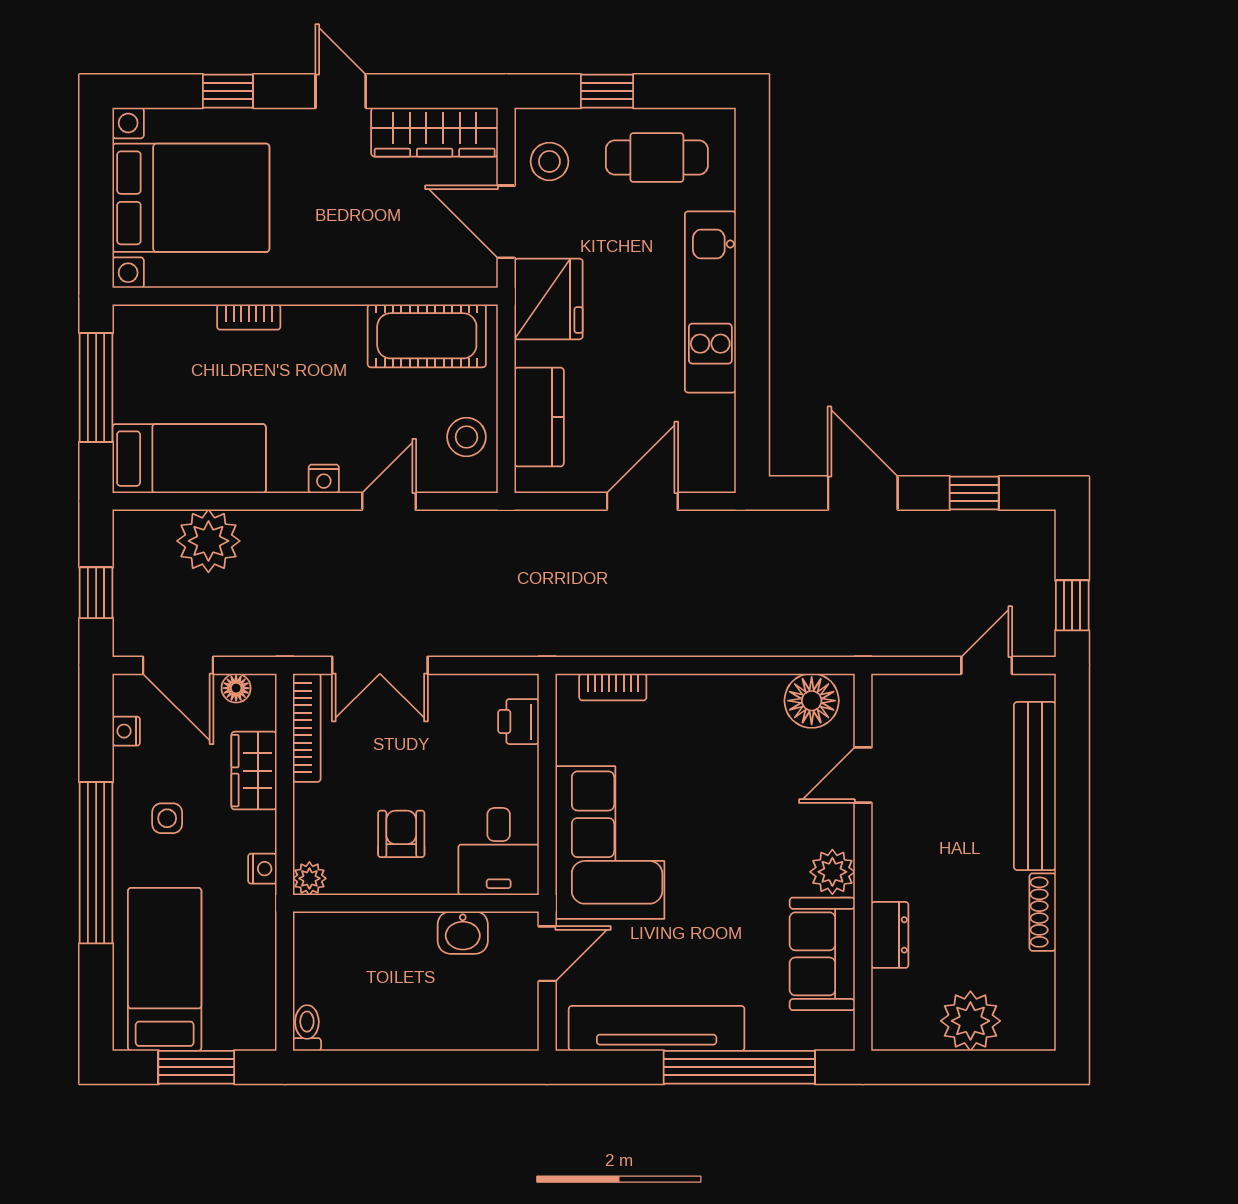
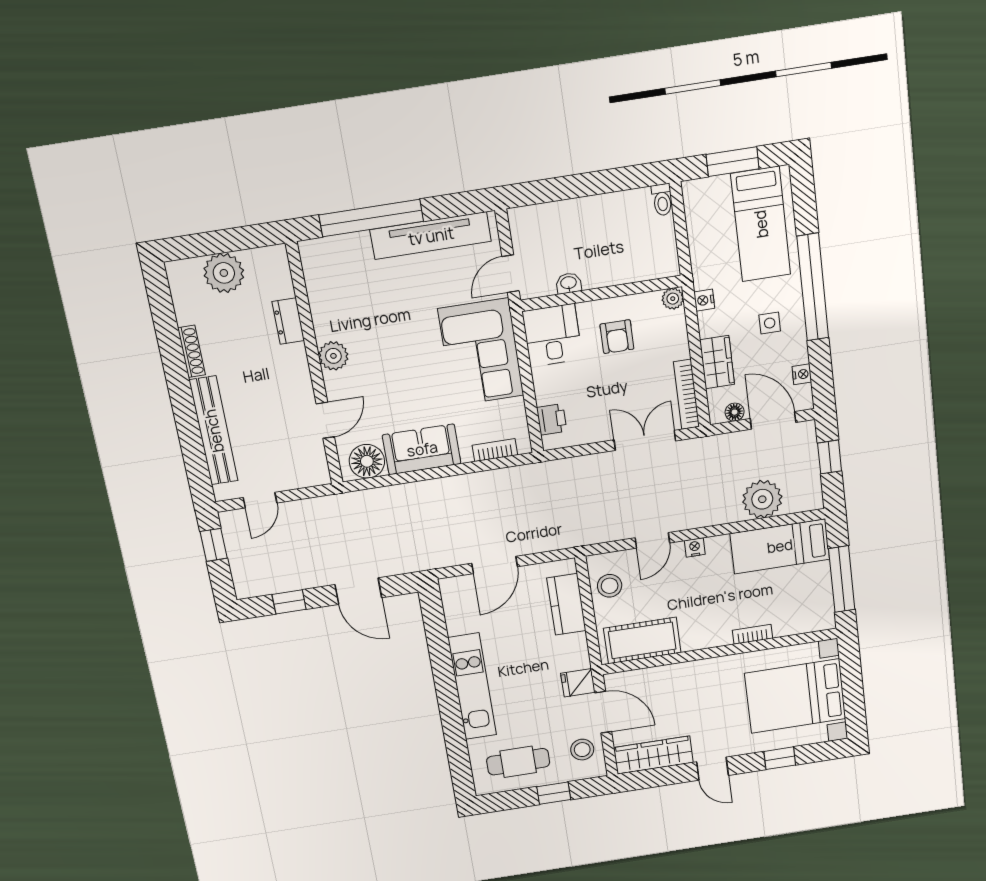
fridge: (549, 299) -> (578, 683), width x0.53, depth x0.75
washbasin: (463, 933) -> (569, 283), width x0.72, depth x0.69
sofa: (822, 954) -> (422, 449), moved, turned -90

